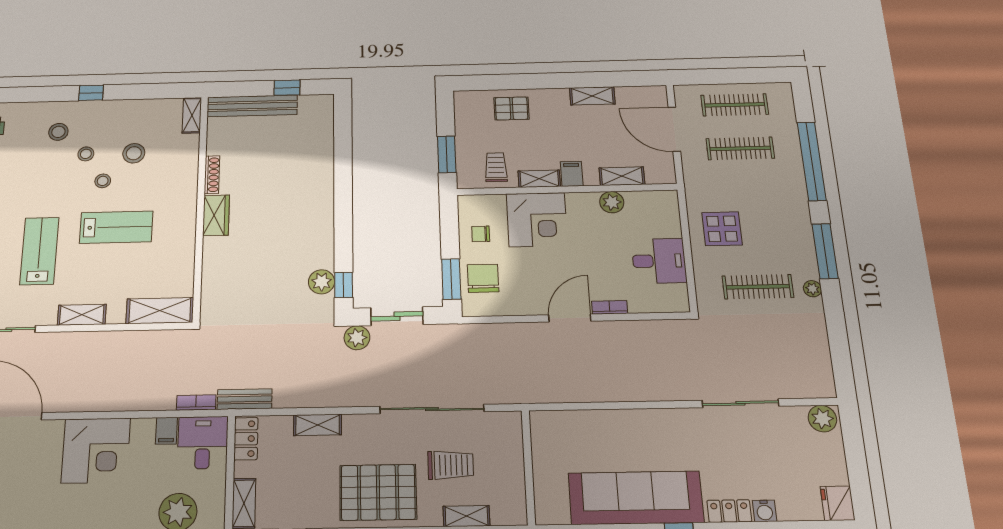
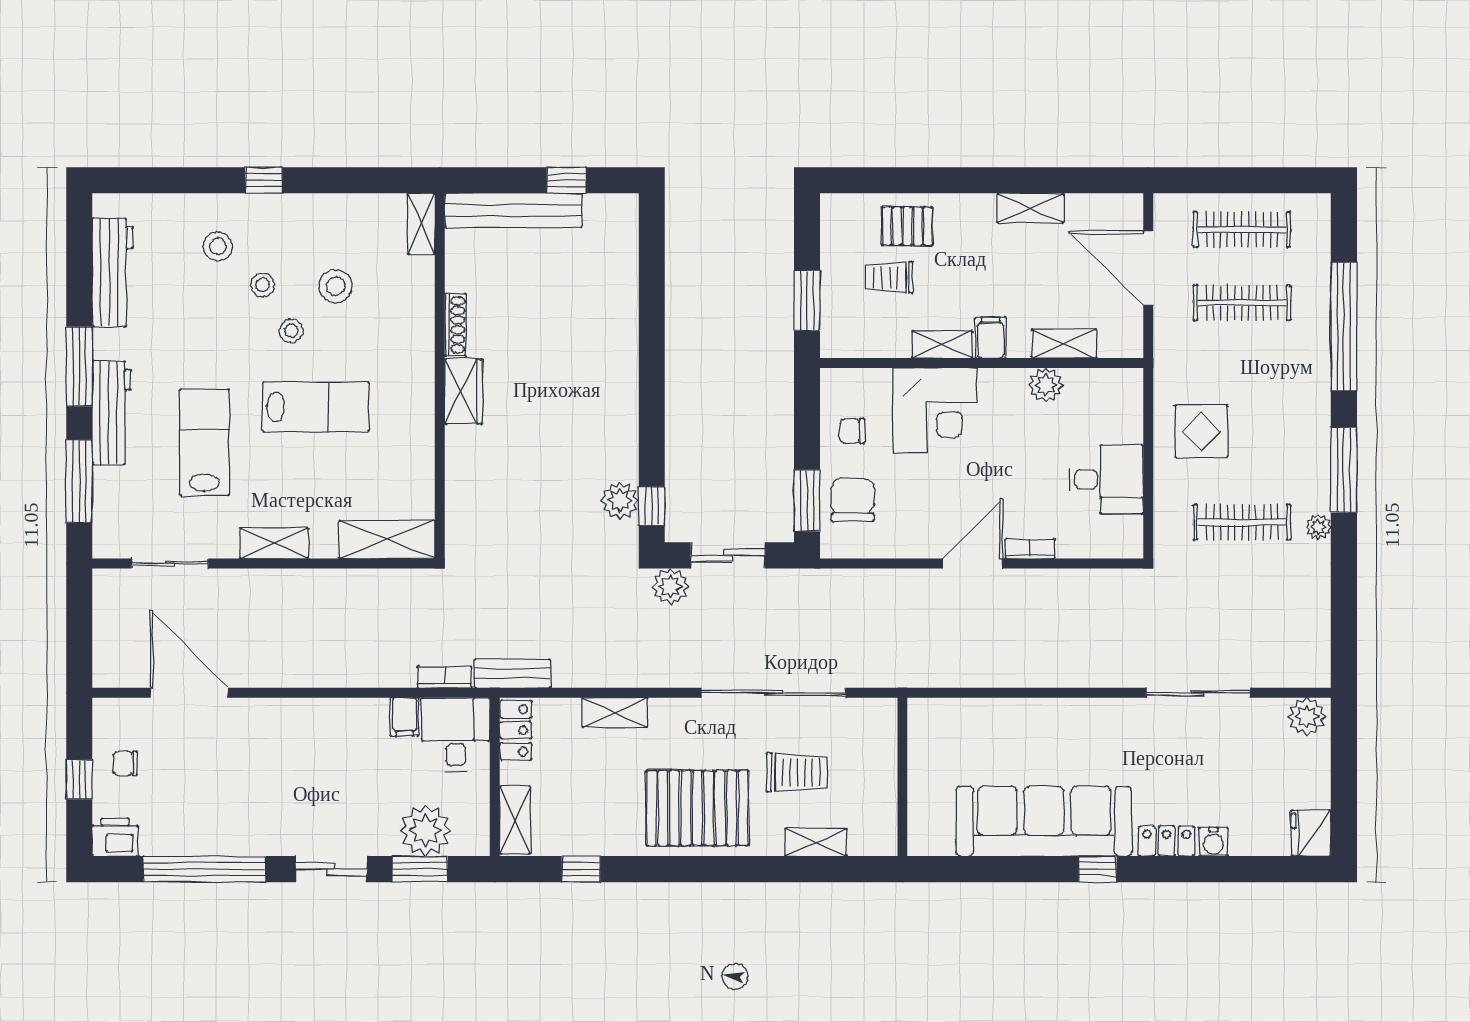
trolley: (496, 167) -> (889, 277), moved, turned -90
corner desk: (96, 450) -> (308, 743), removed

